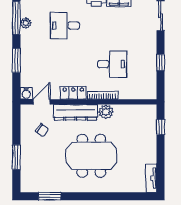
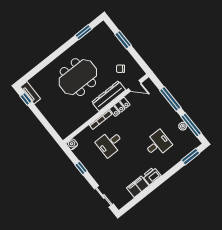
window: (16, 60) -> (170, 99), width x1.44
water cooler: (26, 93) -> (72, 144), moved
door: (42, 102) -> (135, 86), hinge flipped
plant: (106, 112) -> (90, 111), removed
window: (161, 127) -> (26, 99), moved

